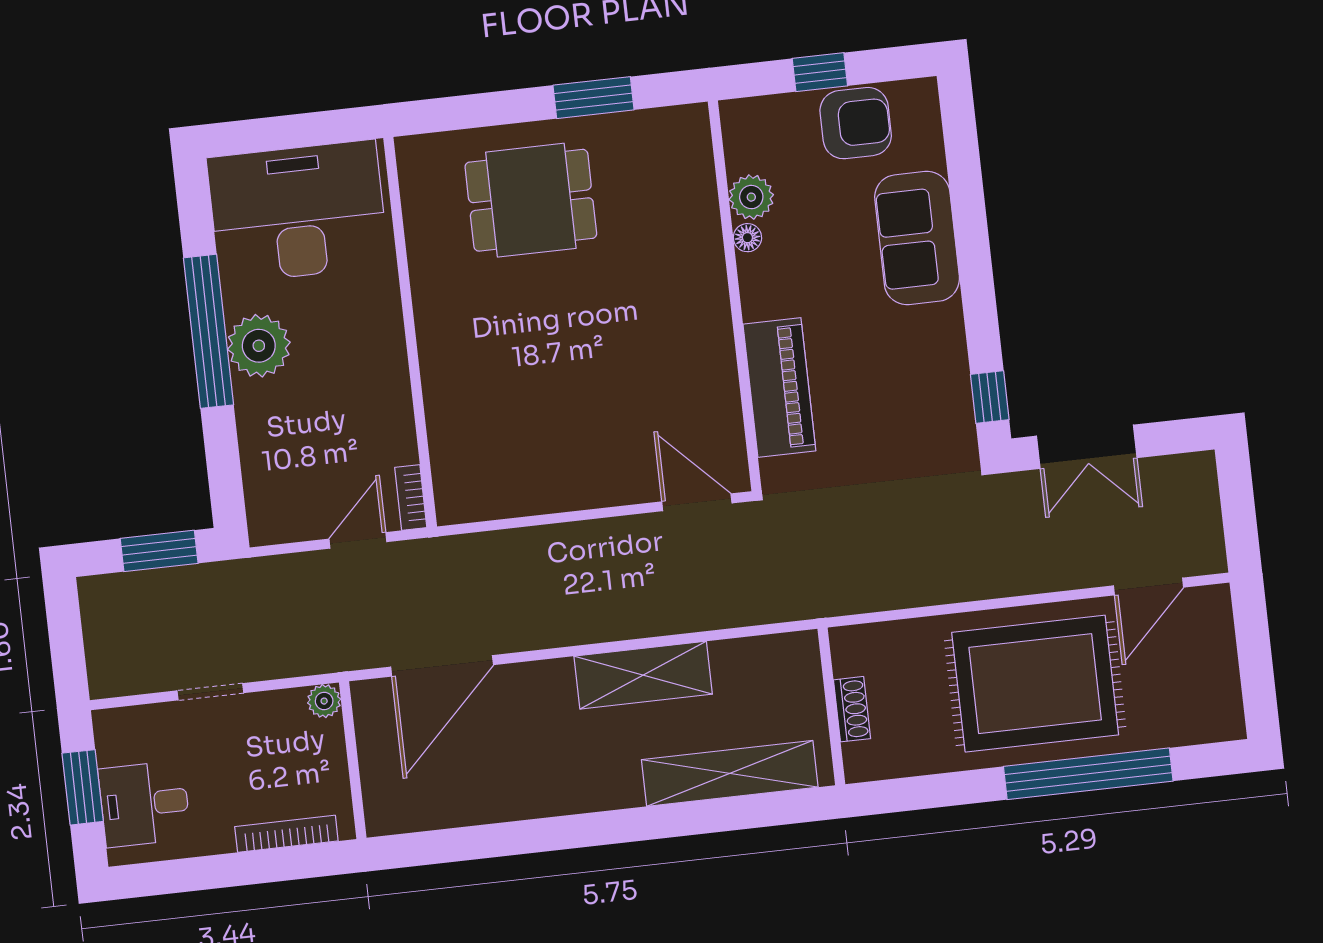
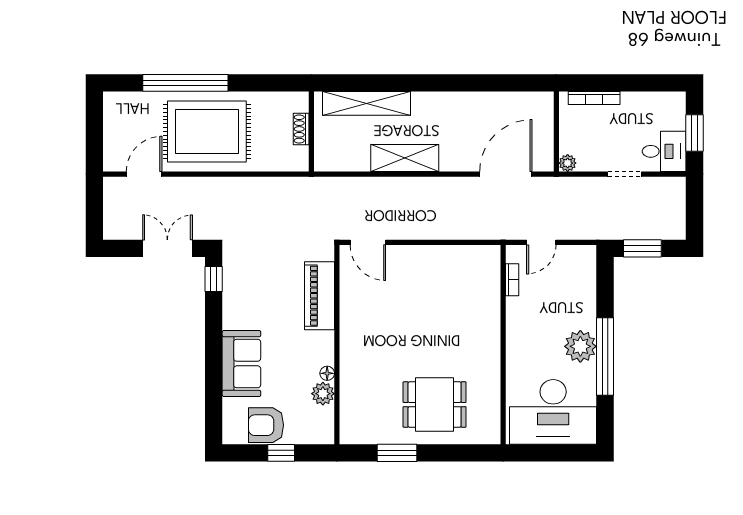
bookcase: (411, 498) -> (512, 280), moved
desk: (144, 804) -> (664, 151), moved

